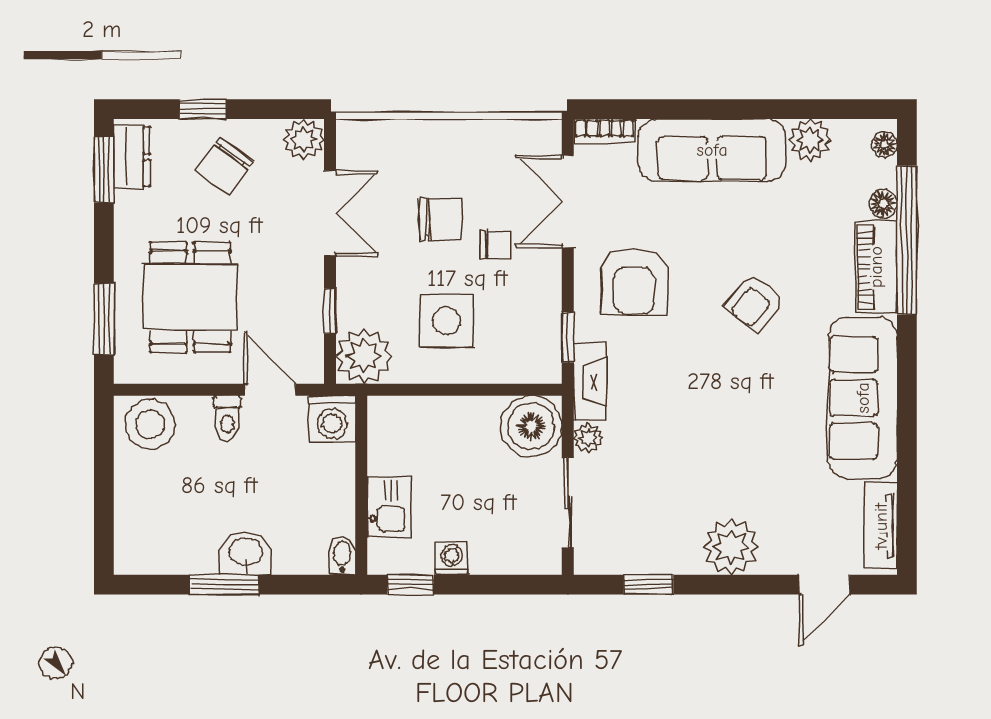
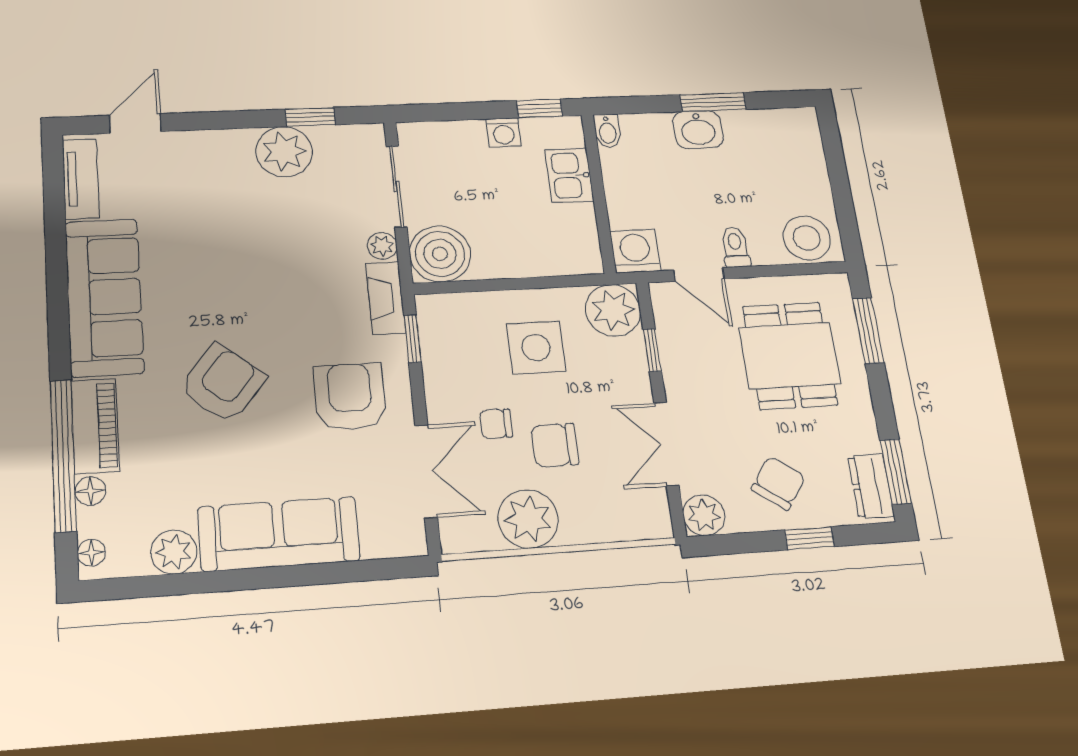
bookcase: (604, 131) -> (395, 545), removed
plant: (475, 148) -> (528, 519), added
armchair: (755, 302) -> (223, 383), width x1.38, depth x1.38
plant: (731, 547) -> (284, 152), moved

